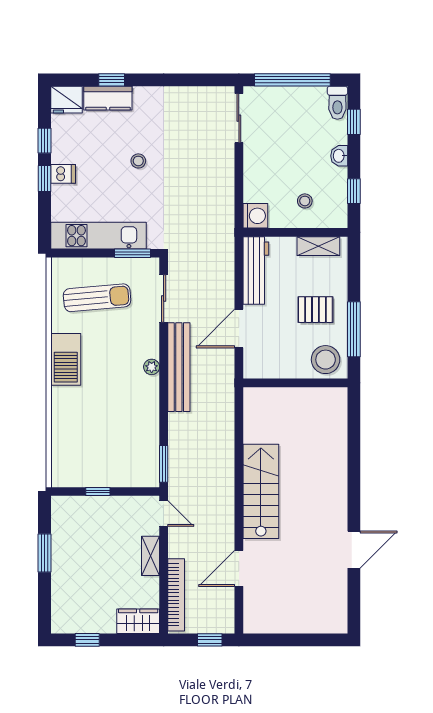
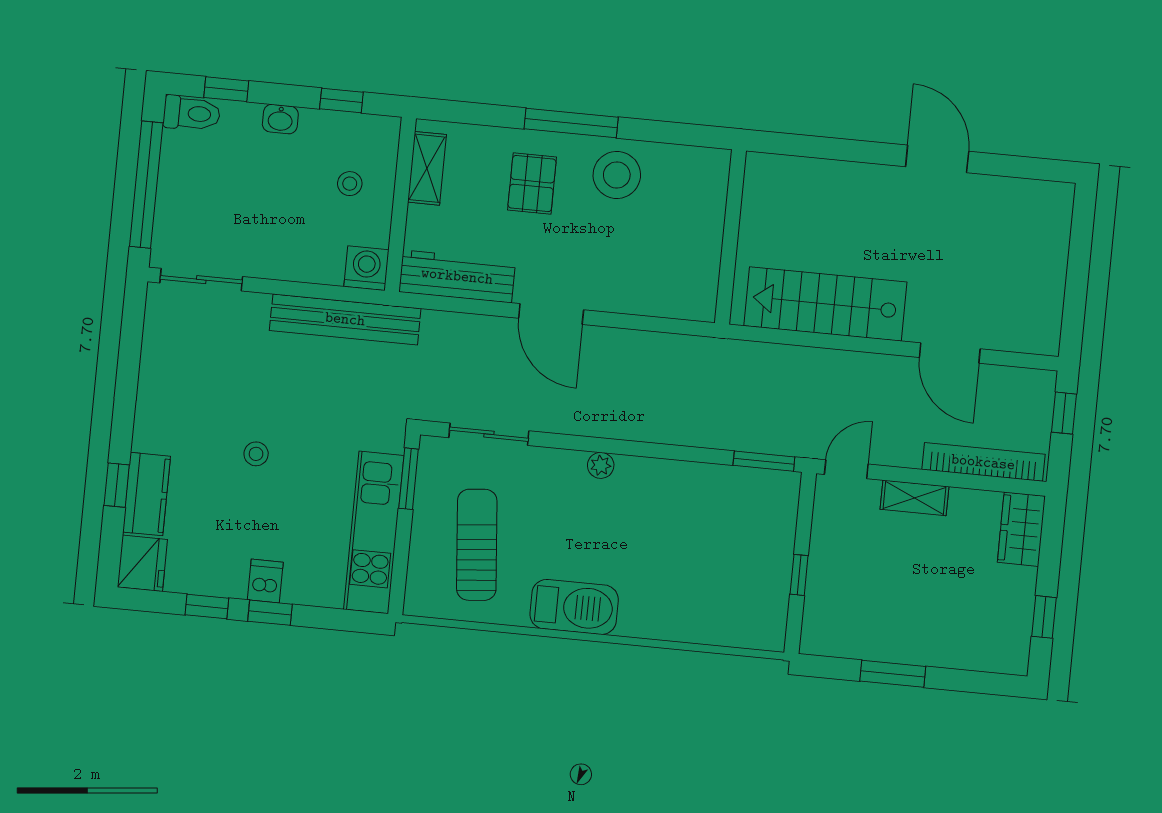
bench: (179, 367) -> (345, 319), moved
wall: (295, 383) -> (730, 237), moved

